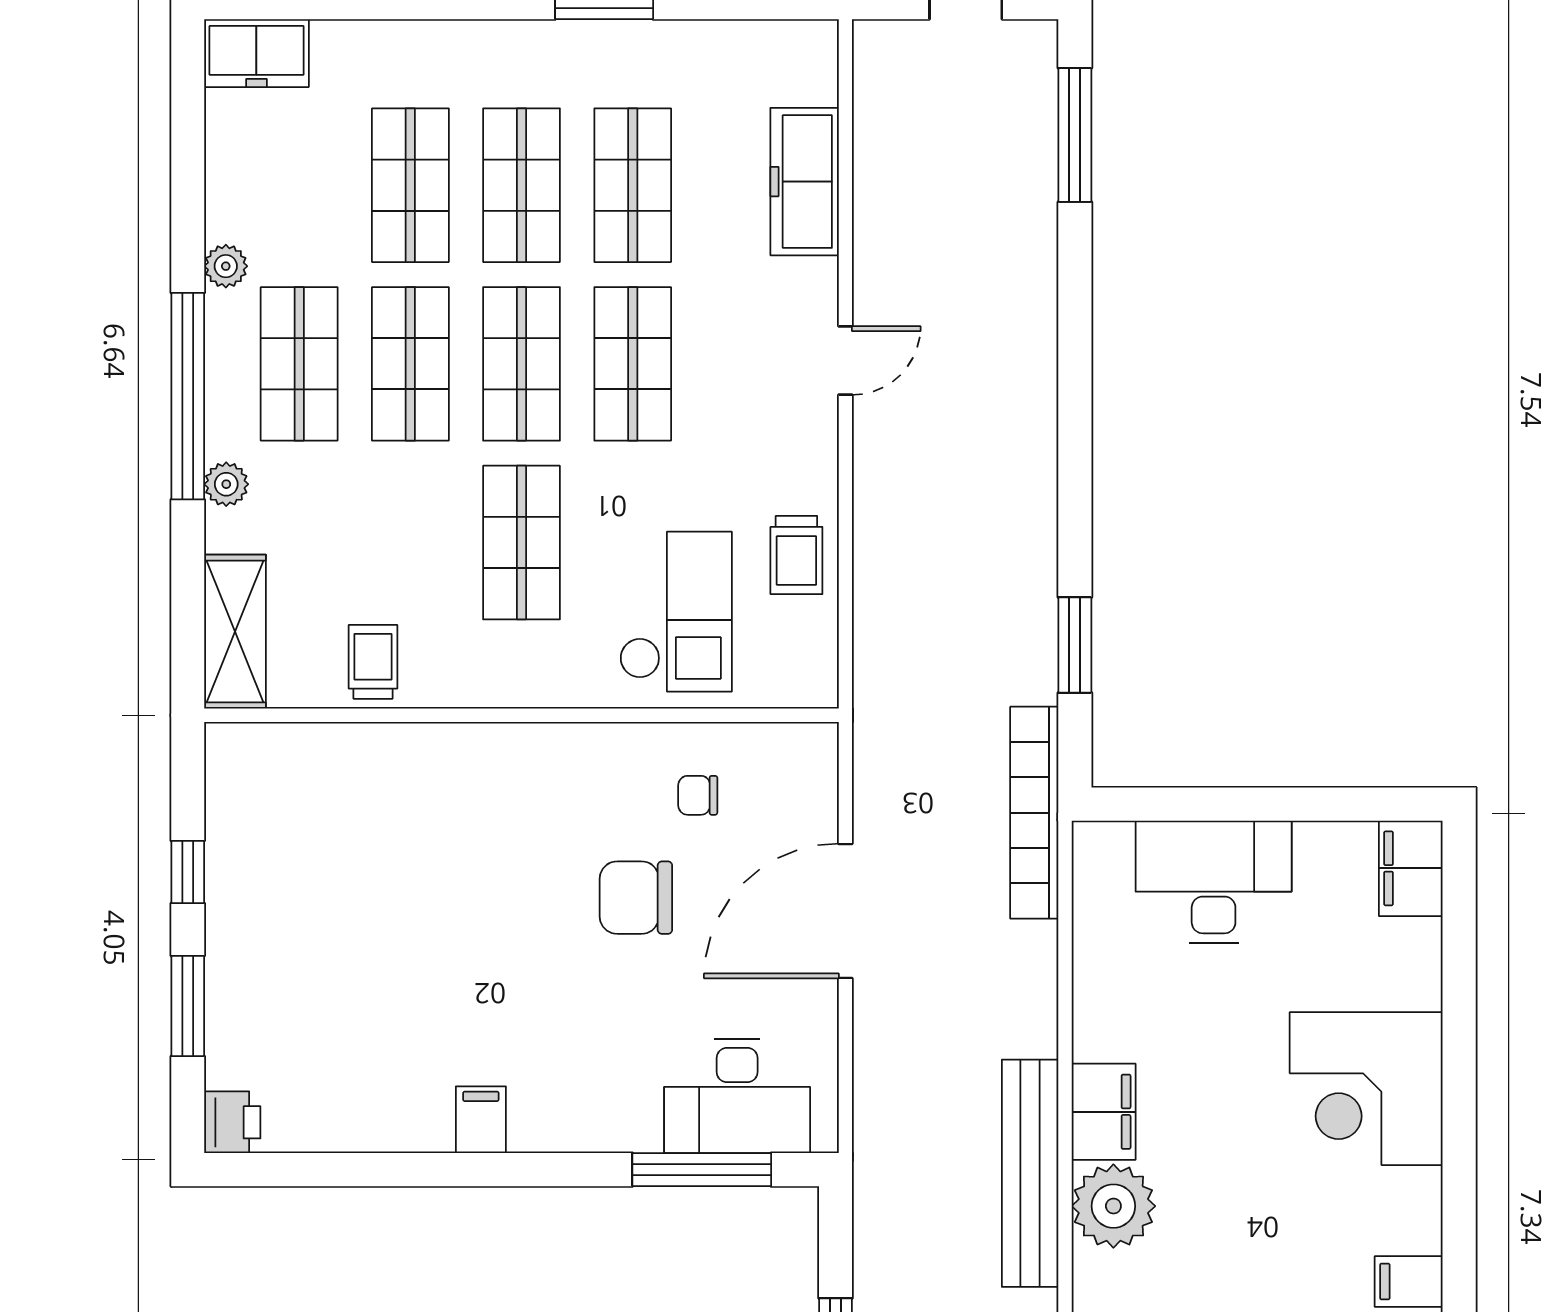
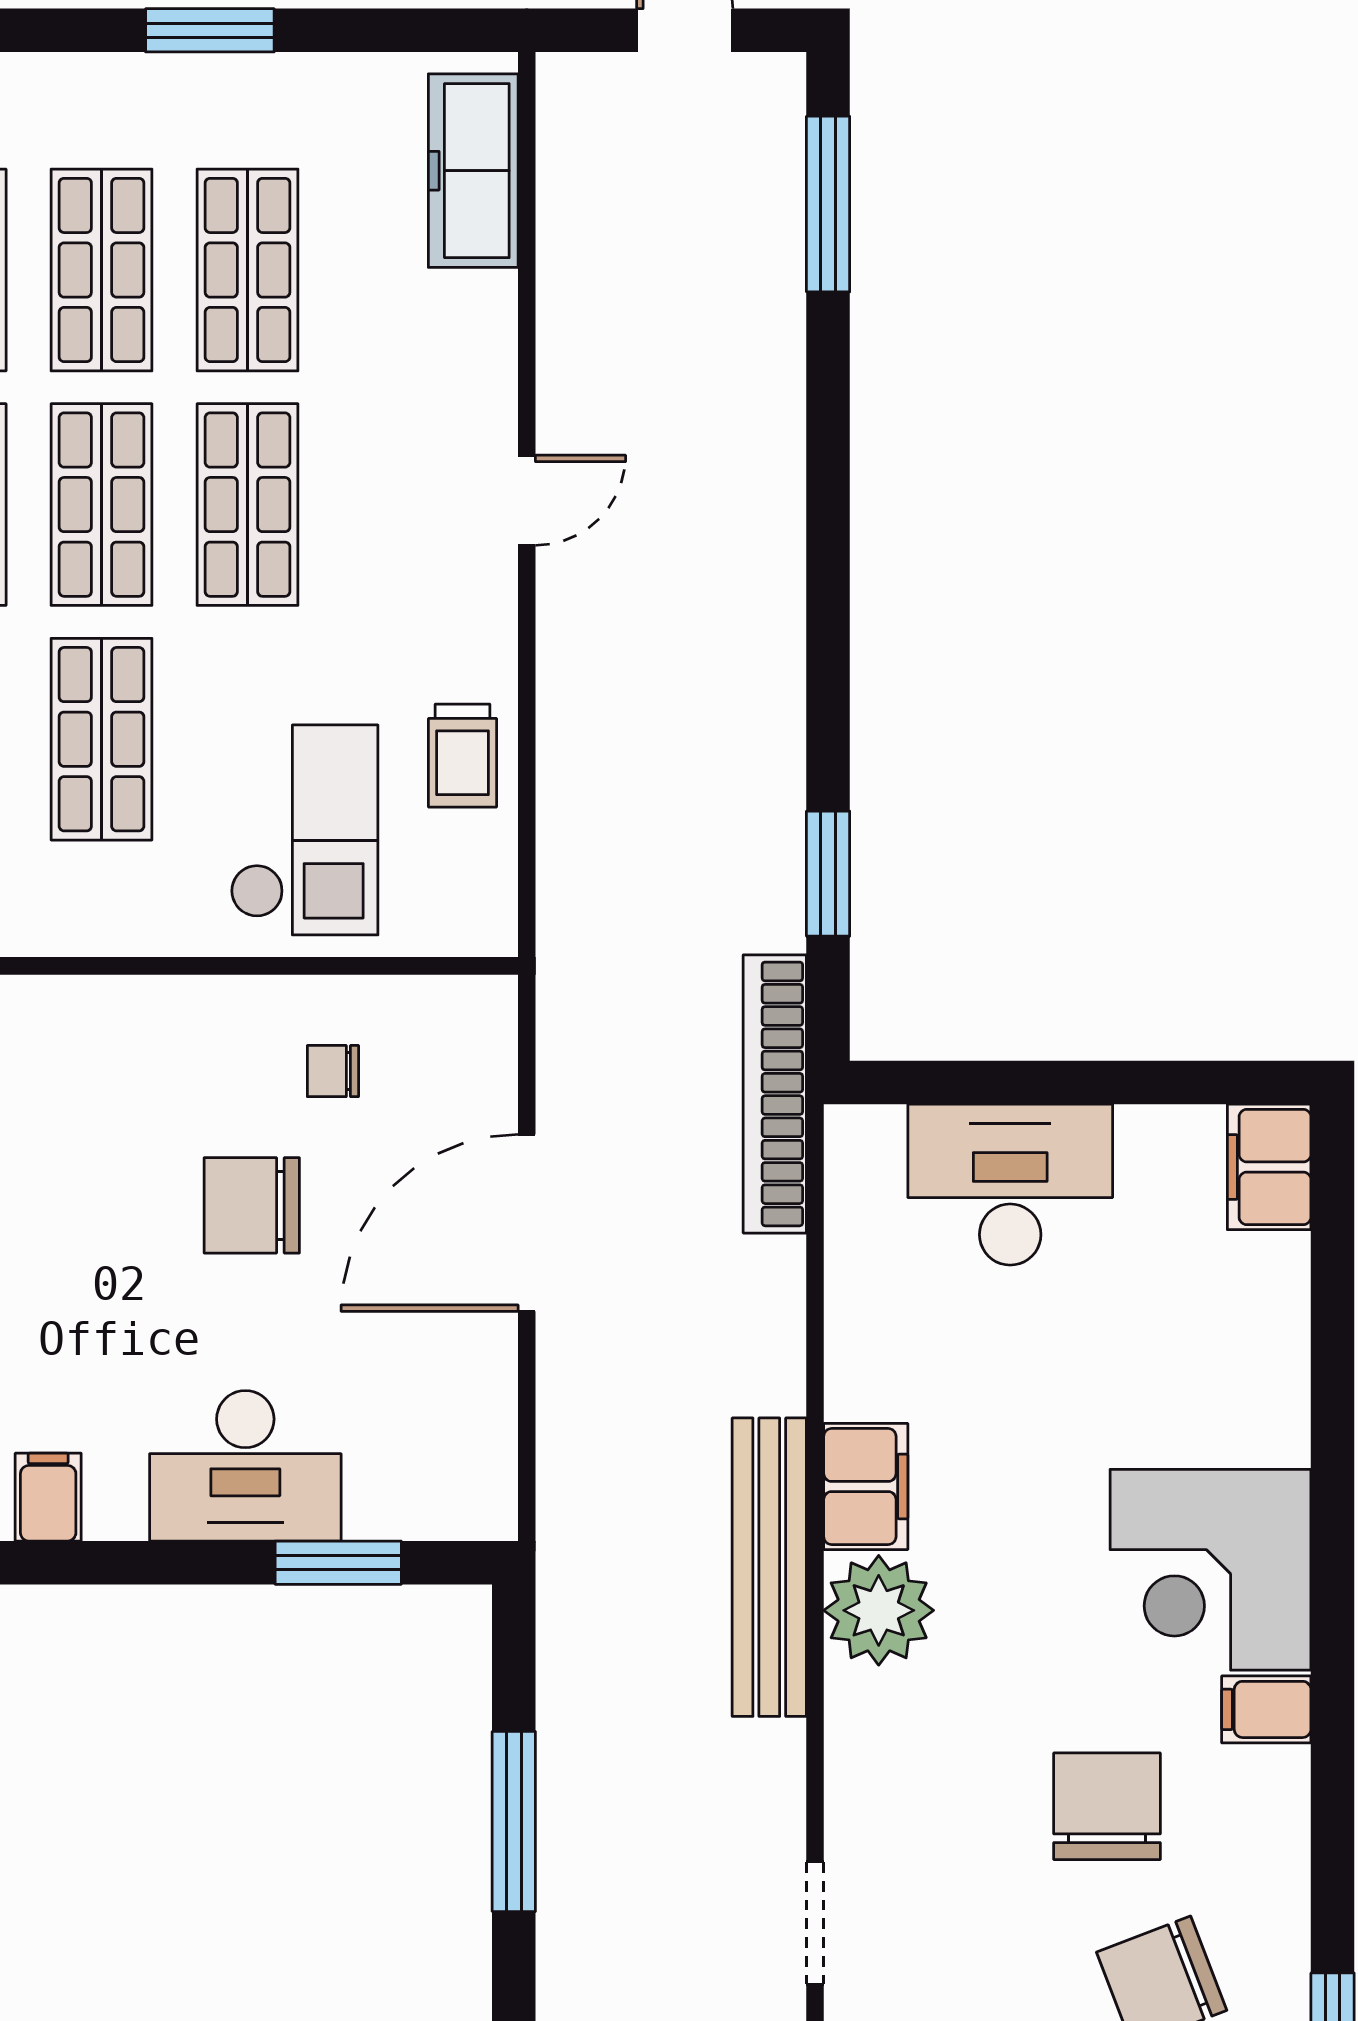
freezer: (805, 182) -> (473, 171), moved
corner desk: (1366, 1089) -> (1211, 1570), moved
desk: (737, 1096) -> (245, 1466), moved
window: (702, 1170) -> (338, 1563), width x0.69

